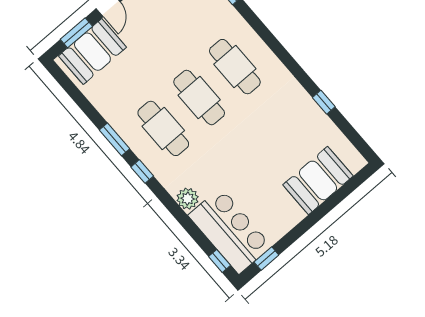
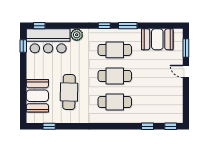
booth: (92, 52) -> (157, 39), moved, turned 90
window: (324, 102) -> (49, 126), moved
cafe table: (275, 141) -> (69, 92), added

